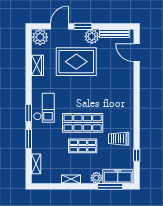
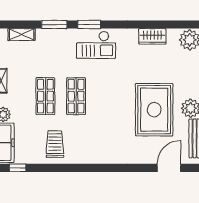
rug: (76, 62) -> (154, 110), moved
shop shelf: (83, 123) -> (76, 96), width x0.70, depth x0.74
window: (137, 155) -> (18, 168), moved

